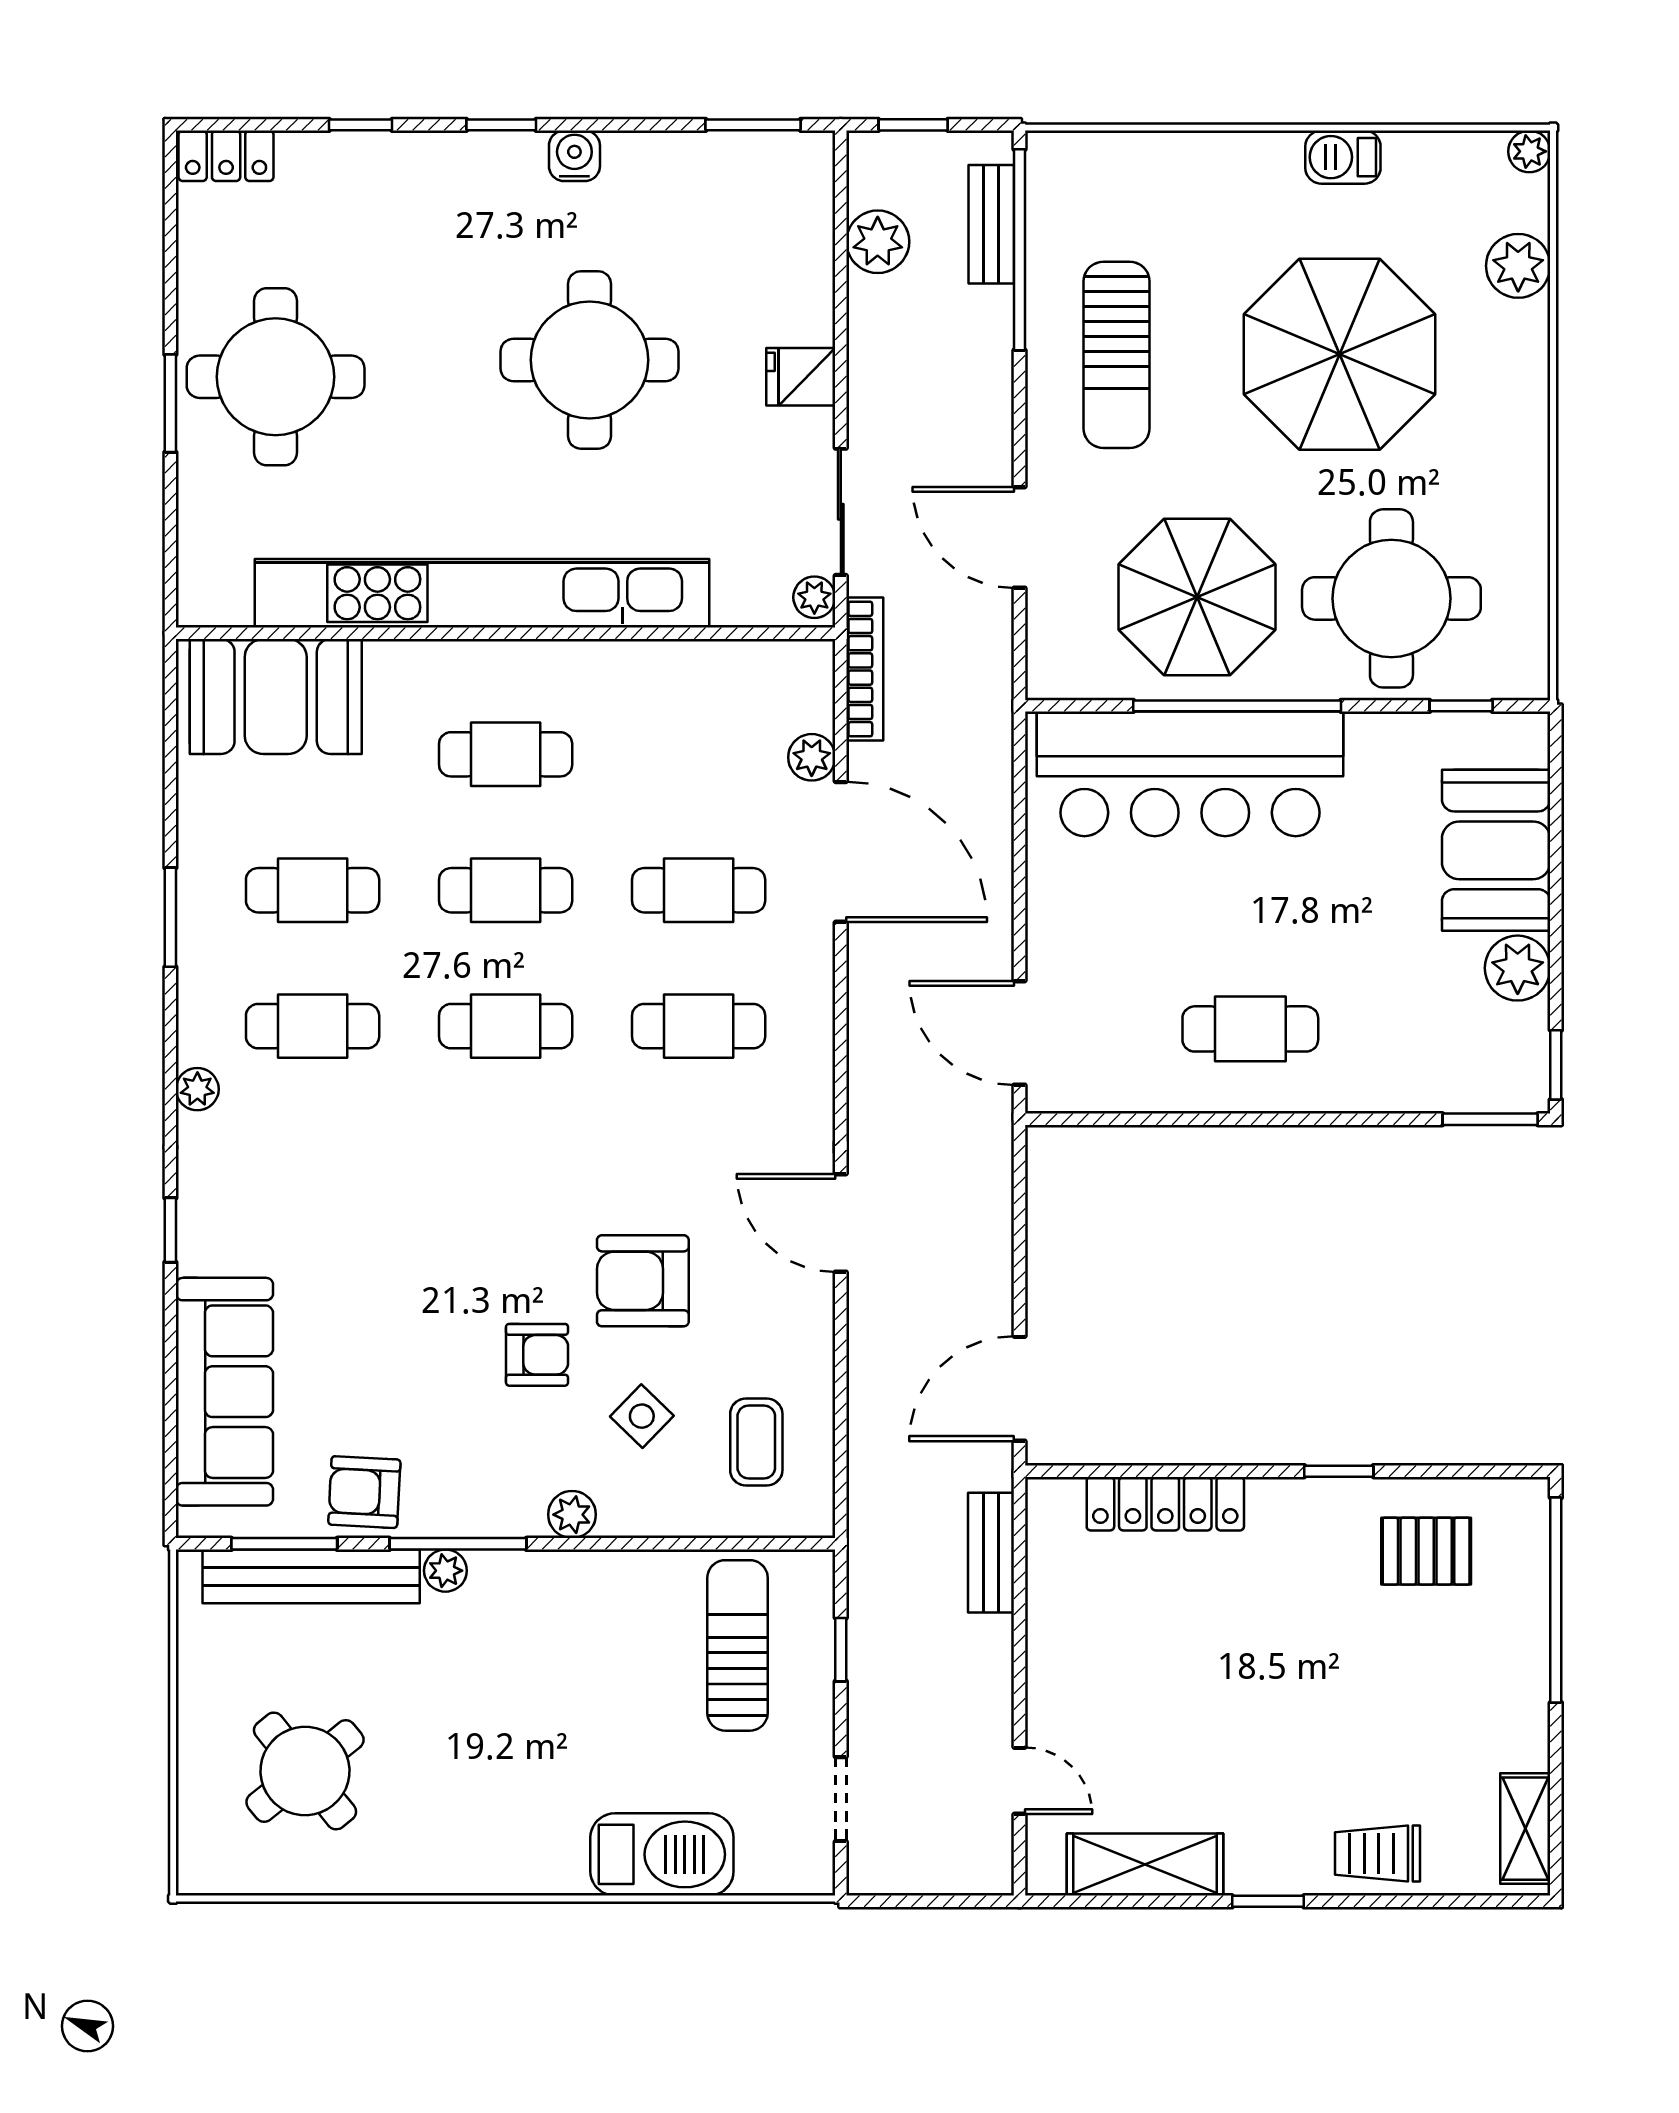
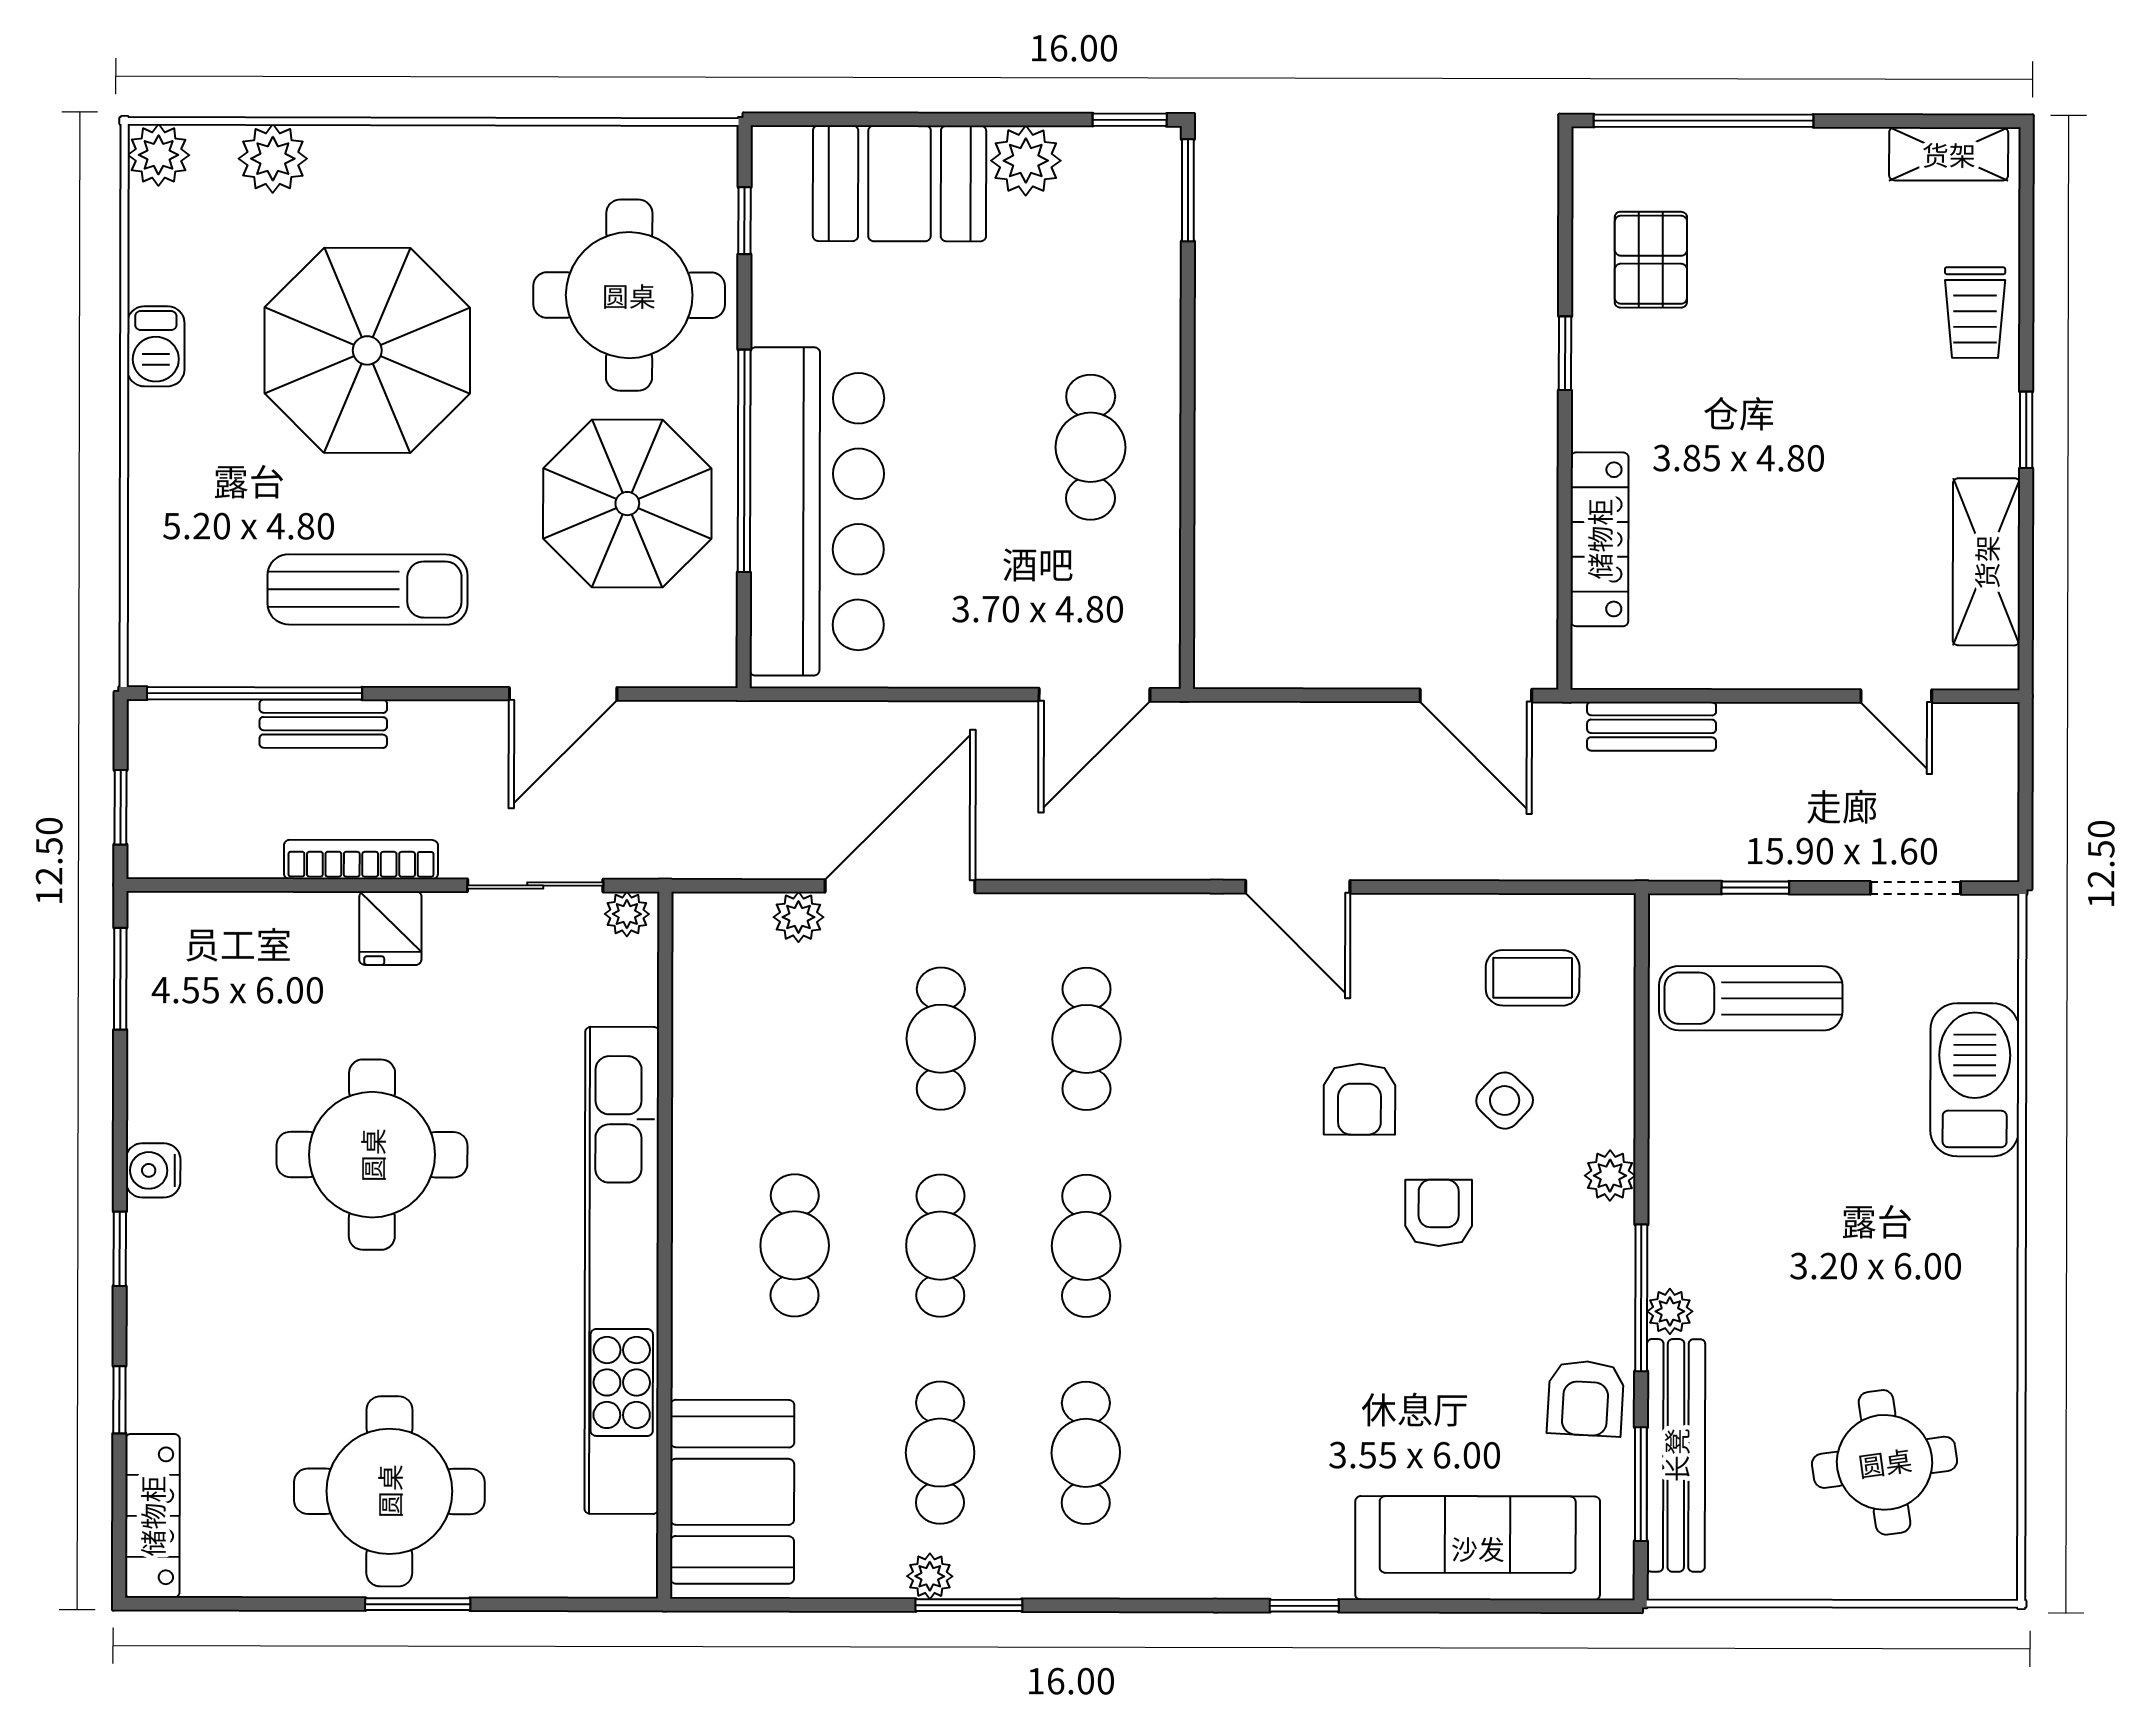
plant: (1529, 151) -> (159, 155), width x1.38, depth x1.38
locker: (226, 156) -> (152, 1516), width x1.53
bench: (991, 224) -> (323, 724), moved
plant: (878, 242) -> (246, 845), removed
bookcase: (865, 669) -> (361, 860), moved
plant: (197, 1089) -> (930, 1576), moved
door: (841, 1223) -> (1298, 887), hinge flipped
armchair: (643, 1281) -> (1359, 1099), width x0.72, depth x0.72
round table: (305, 1771) -> (1885, 1462), turned 31
door: (1020, 1781) -> (1896, 696), swing flipped

